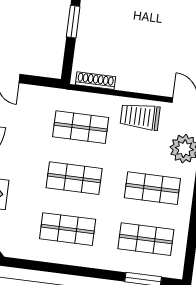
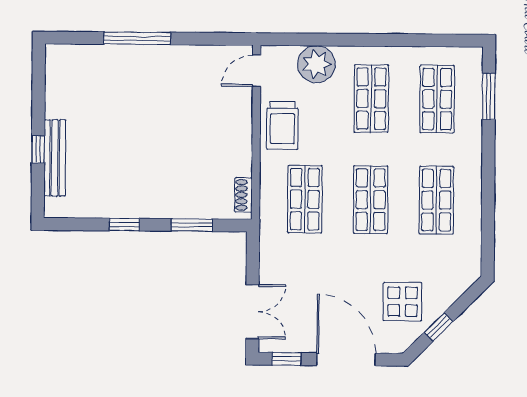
window: (73, 22) -> (192, 225), moved
shoe rack: (95, 81) -> (244, 195), width x0.70

